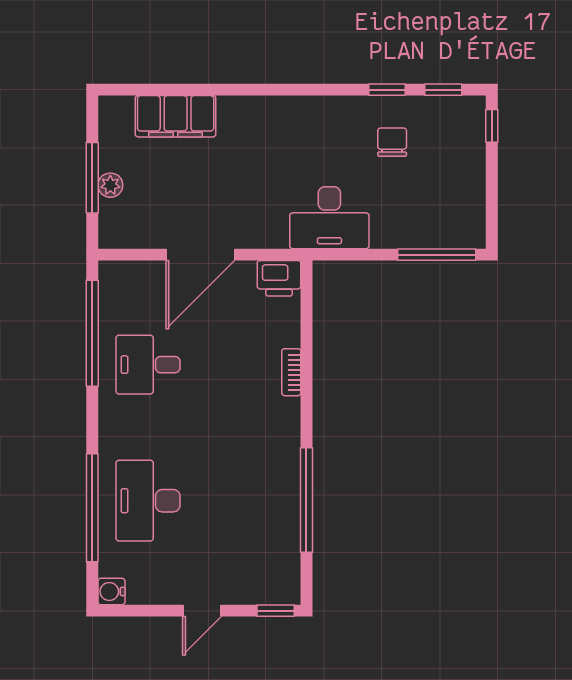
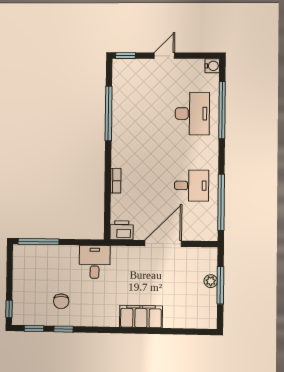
filing cabinet: (176, 116) -> (141, 317), moved
desk: (329, 218) -> (95, 262), width x0.73

